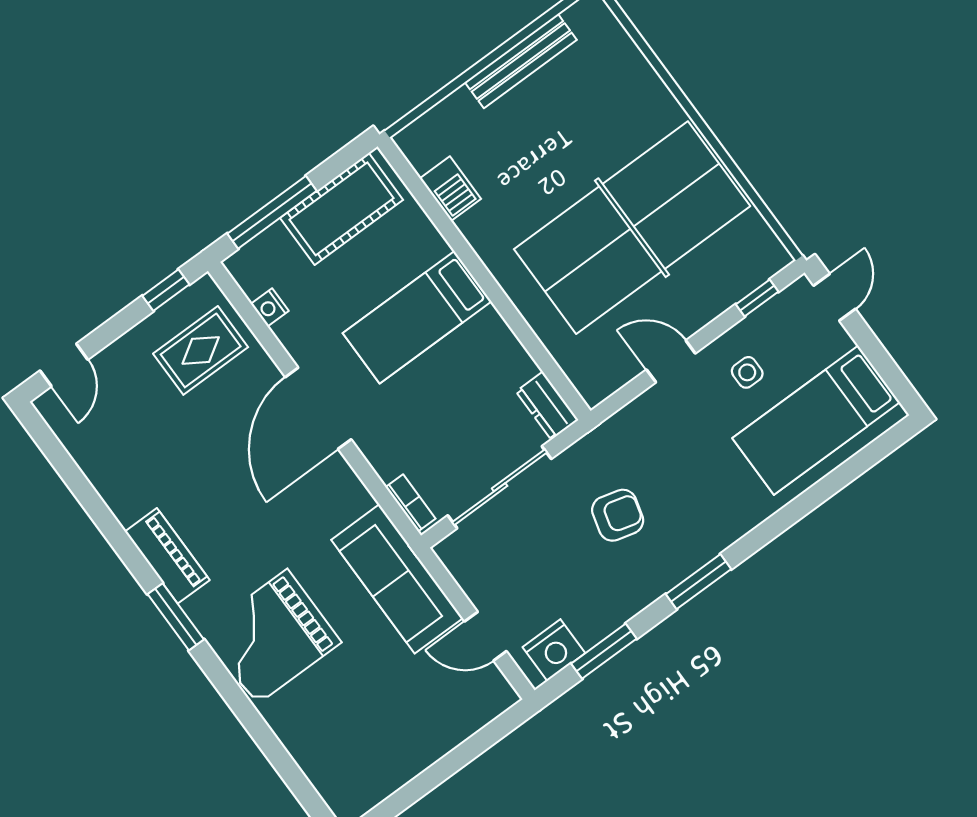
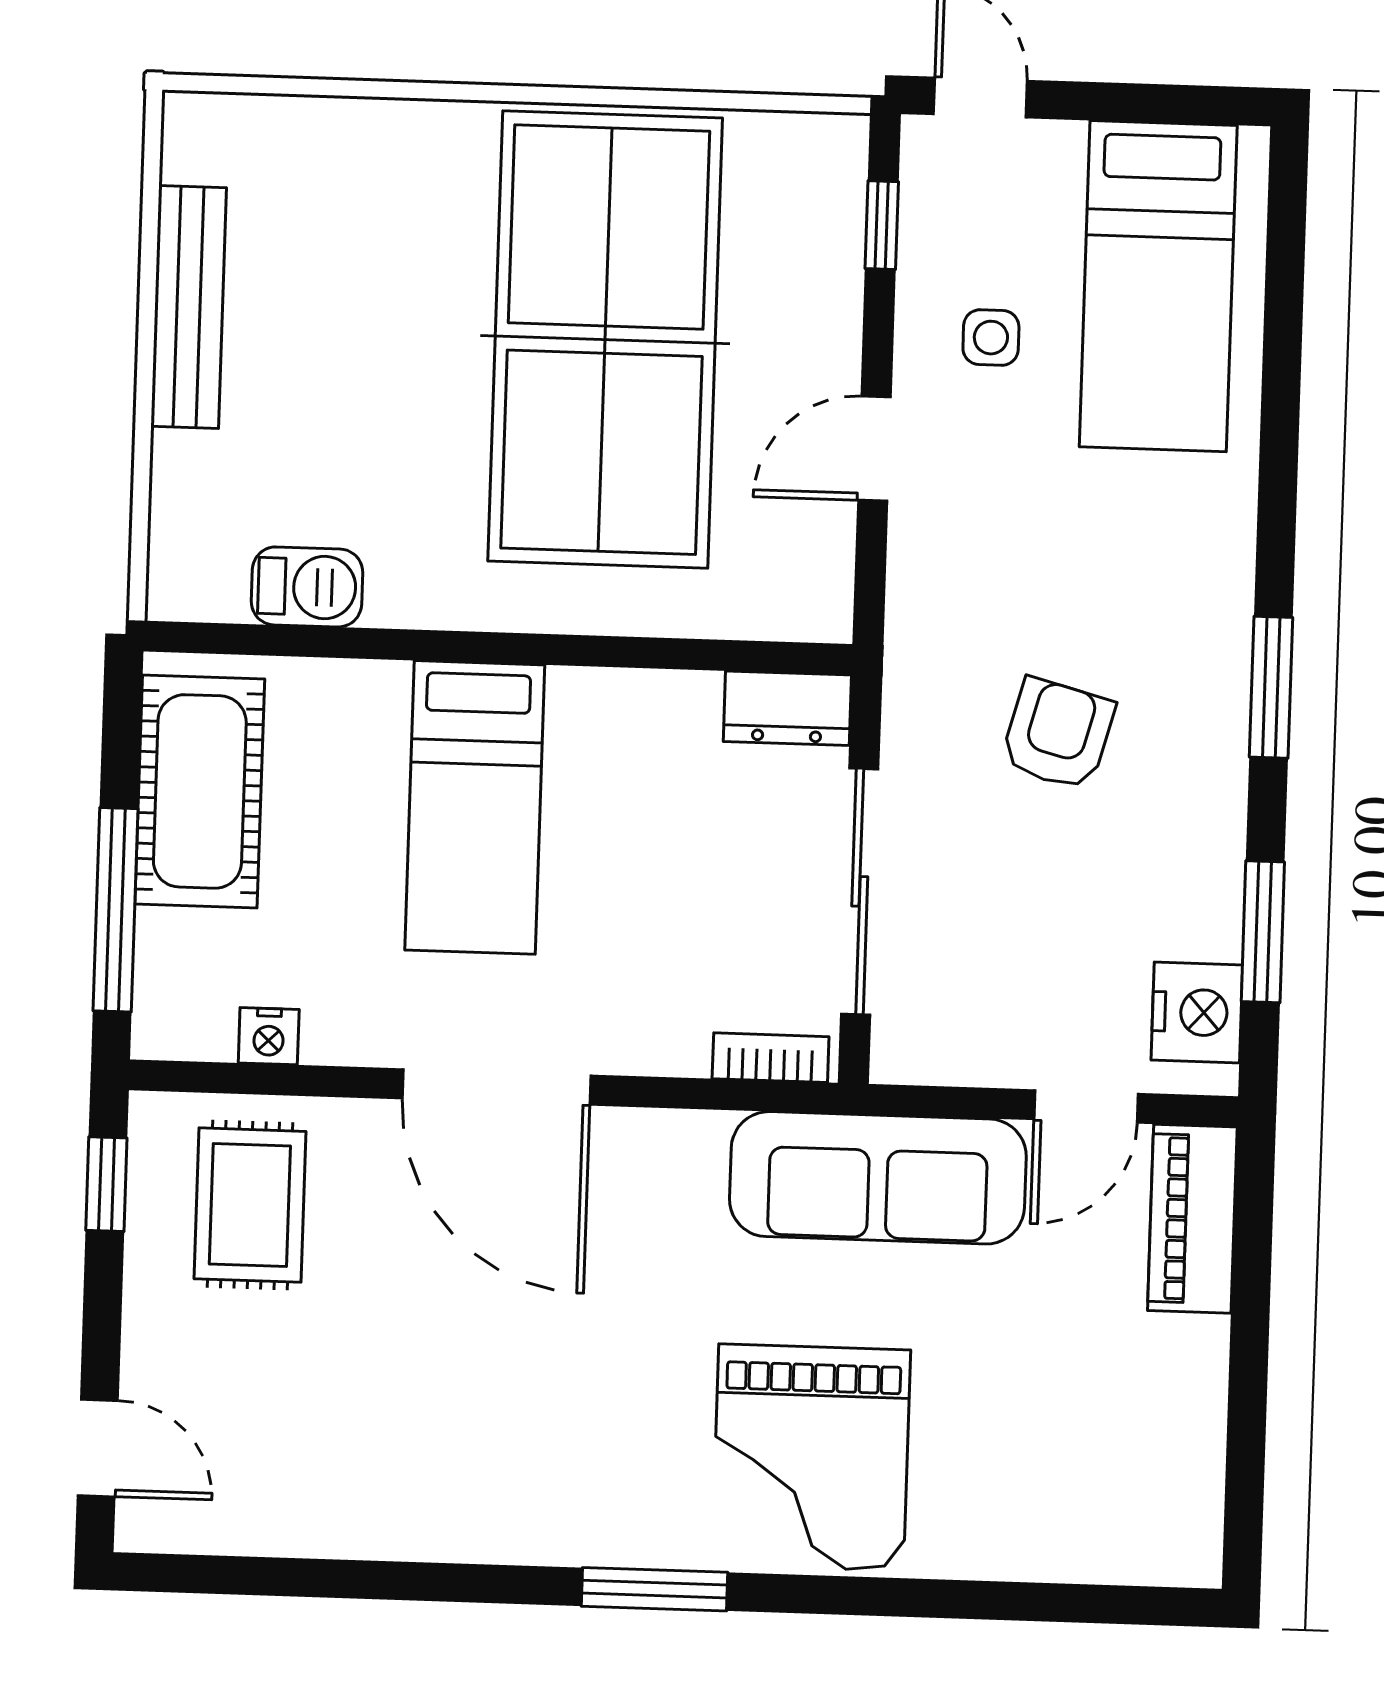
piano: (167, 556) -> (1192, 1219), moved, turned -90

